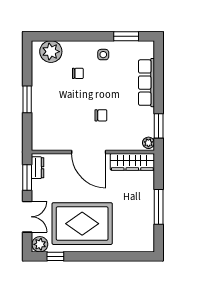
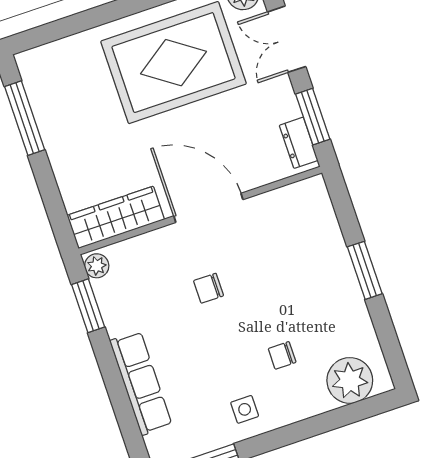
window: (159, 207) -> (25, 118), moved

